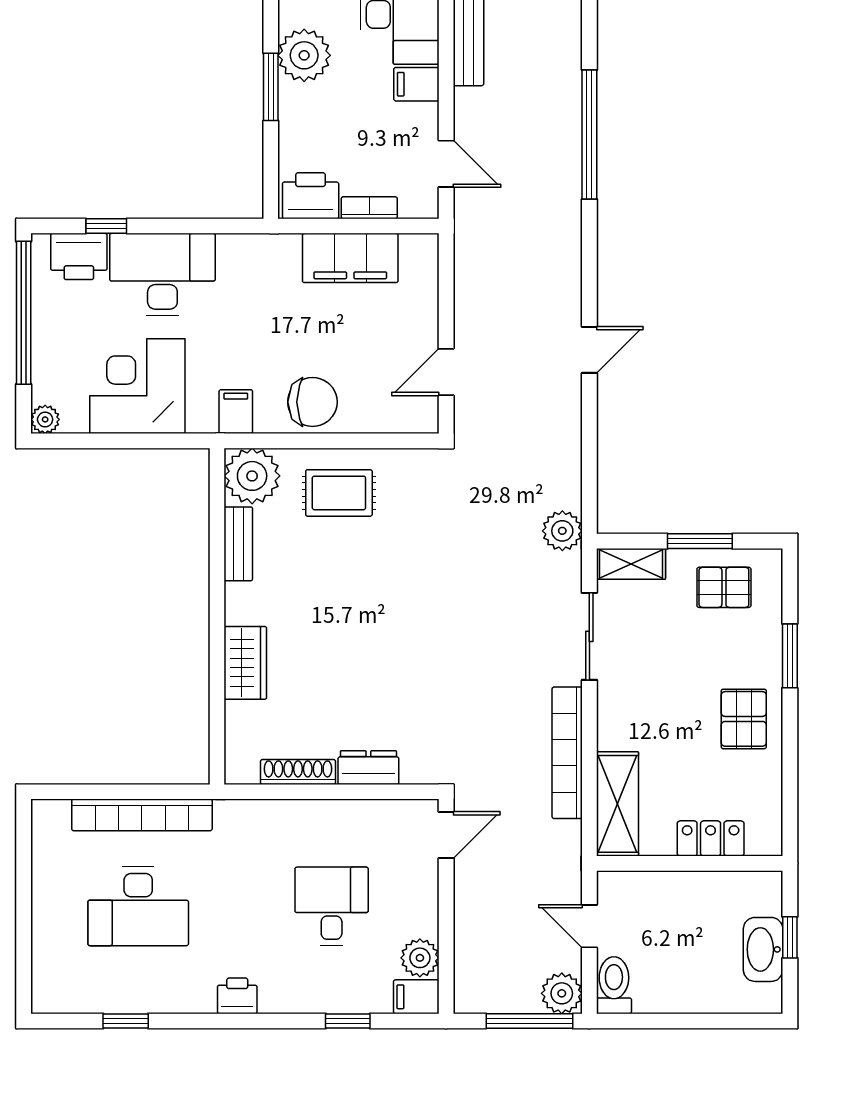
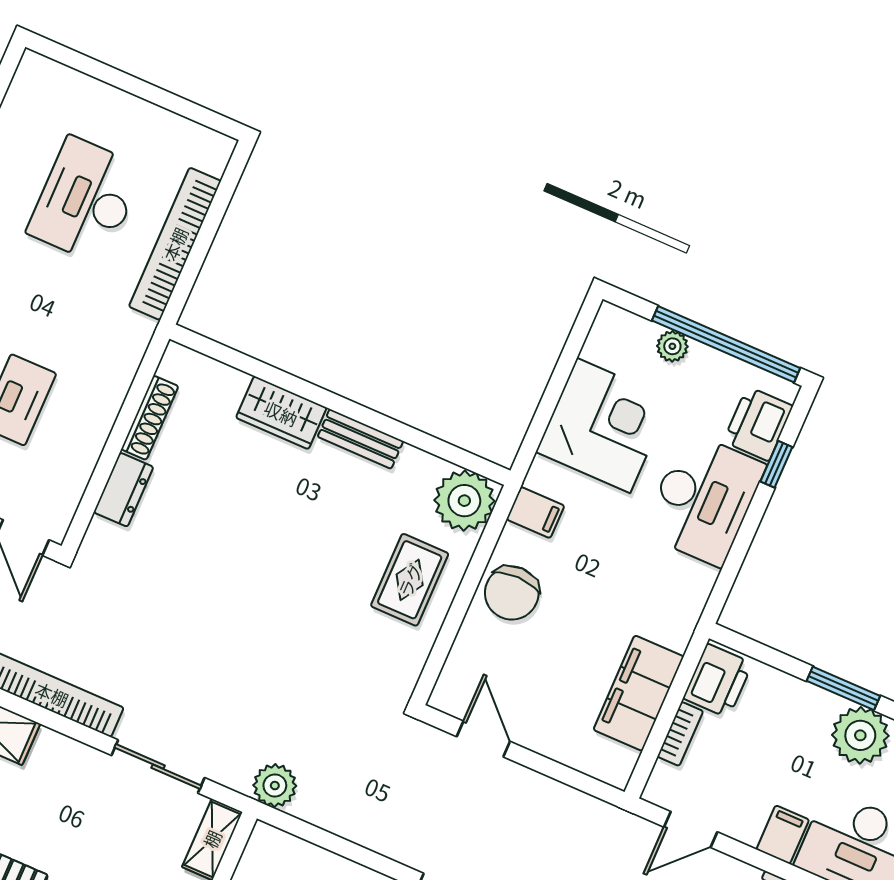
plant: (45, 419) -> (672, 346), moved
bench: (238, 544) -> (360, 439), moved

